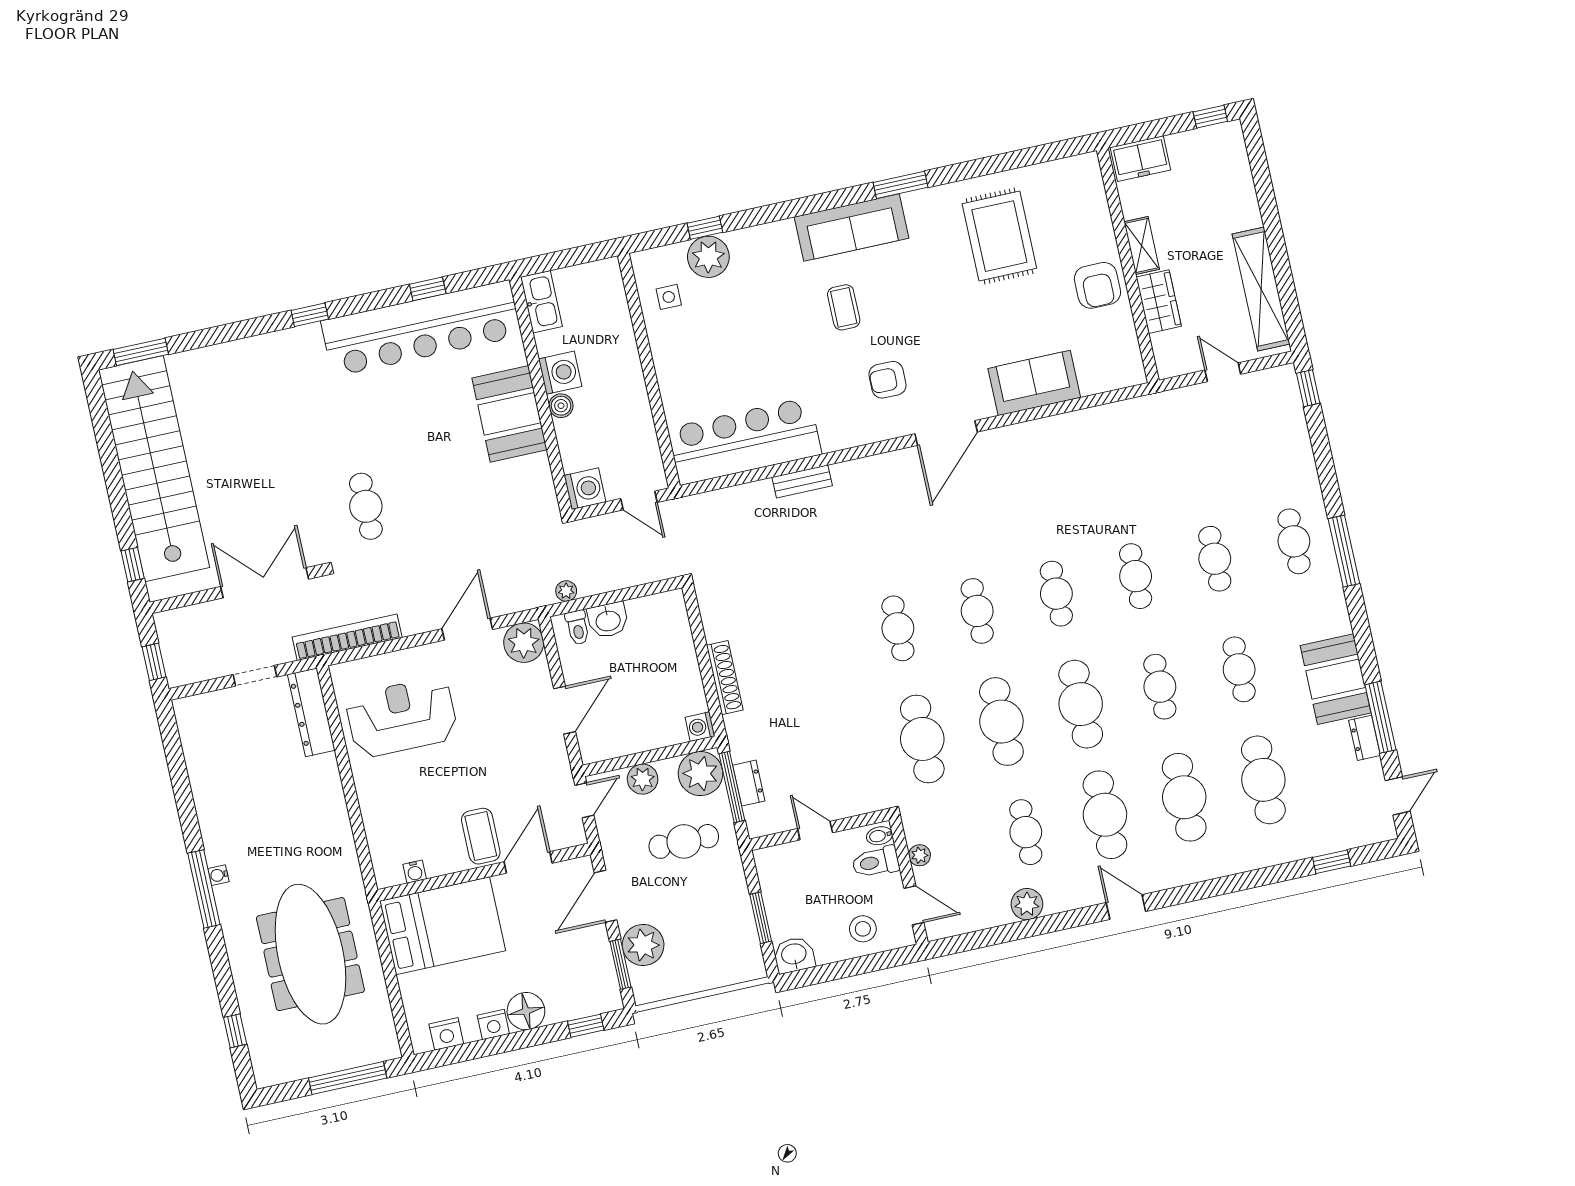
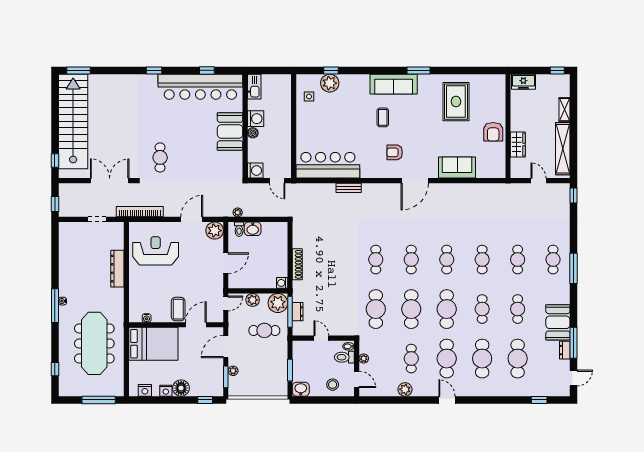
shelving: (1142, 246) -> (564, 110), moved
dresser: (311, 712) -> (117, 269), moved
plant: (643, 945) -> (233, 371), width x0.53, depth x0.53

